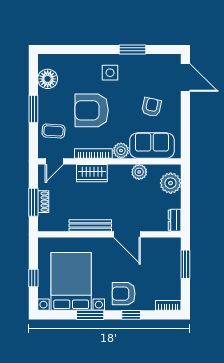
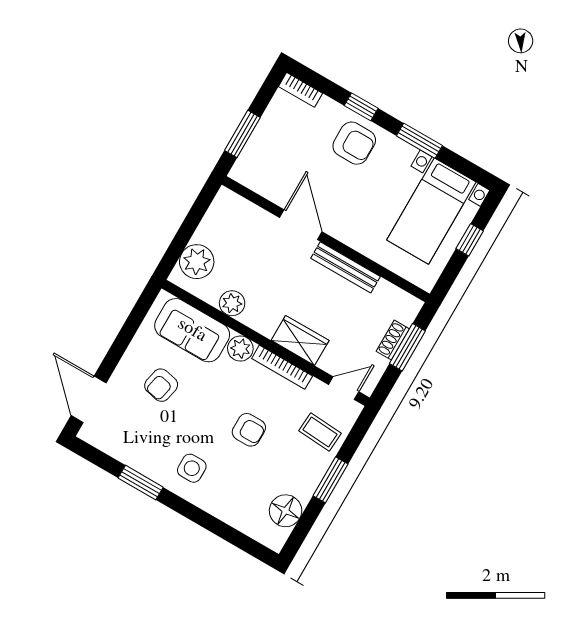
armchair: (92, 110) -> (249, 430), width x0.53, depth x0.53
dresser: (175, 220) -> (221, 205), removed
bed with nightstands: (71, 281) -> (431, 211), width x0.73

